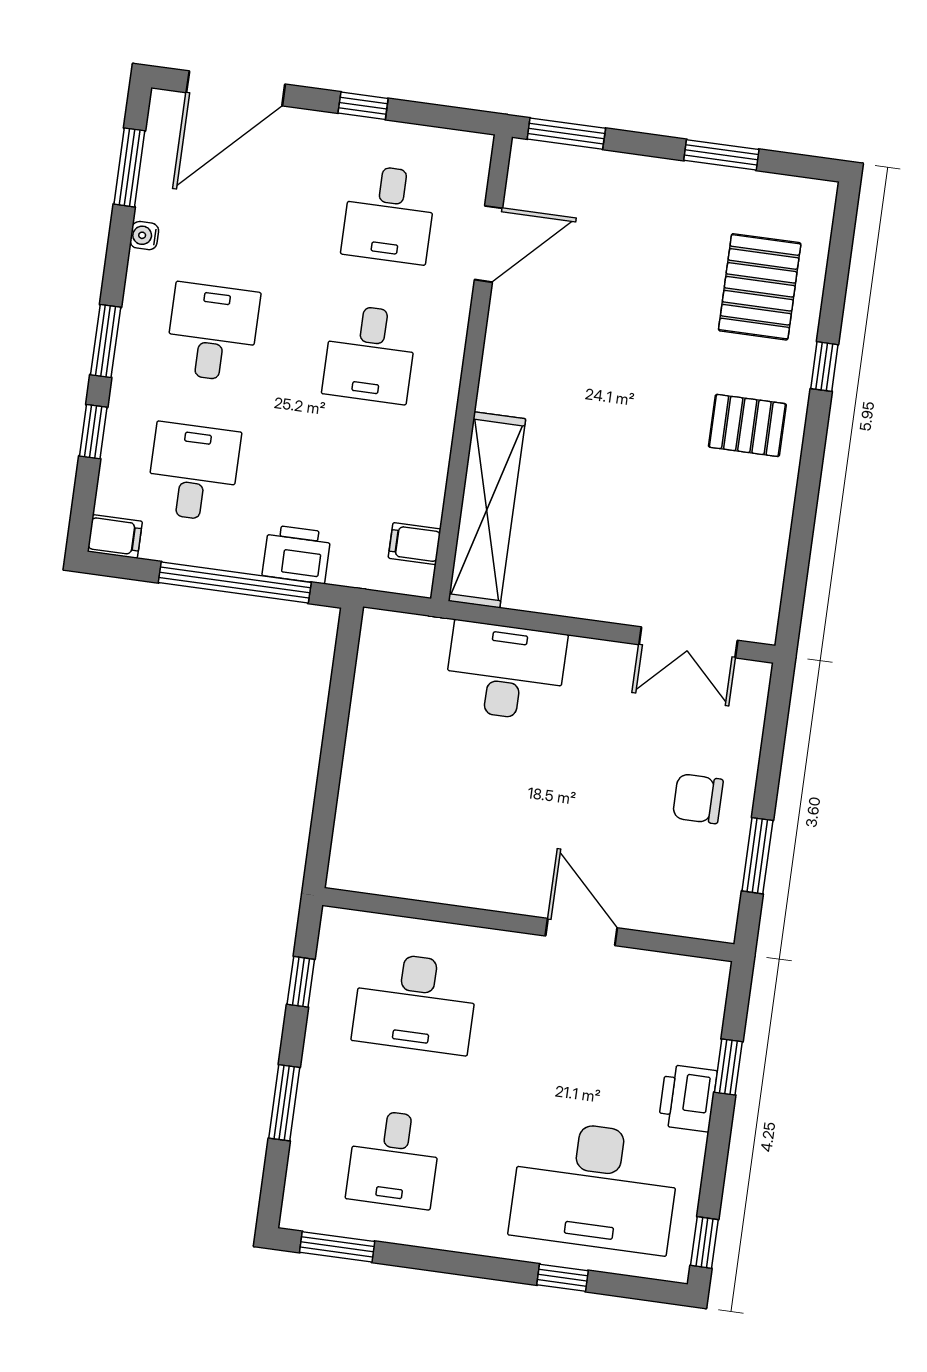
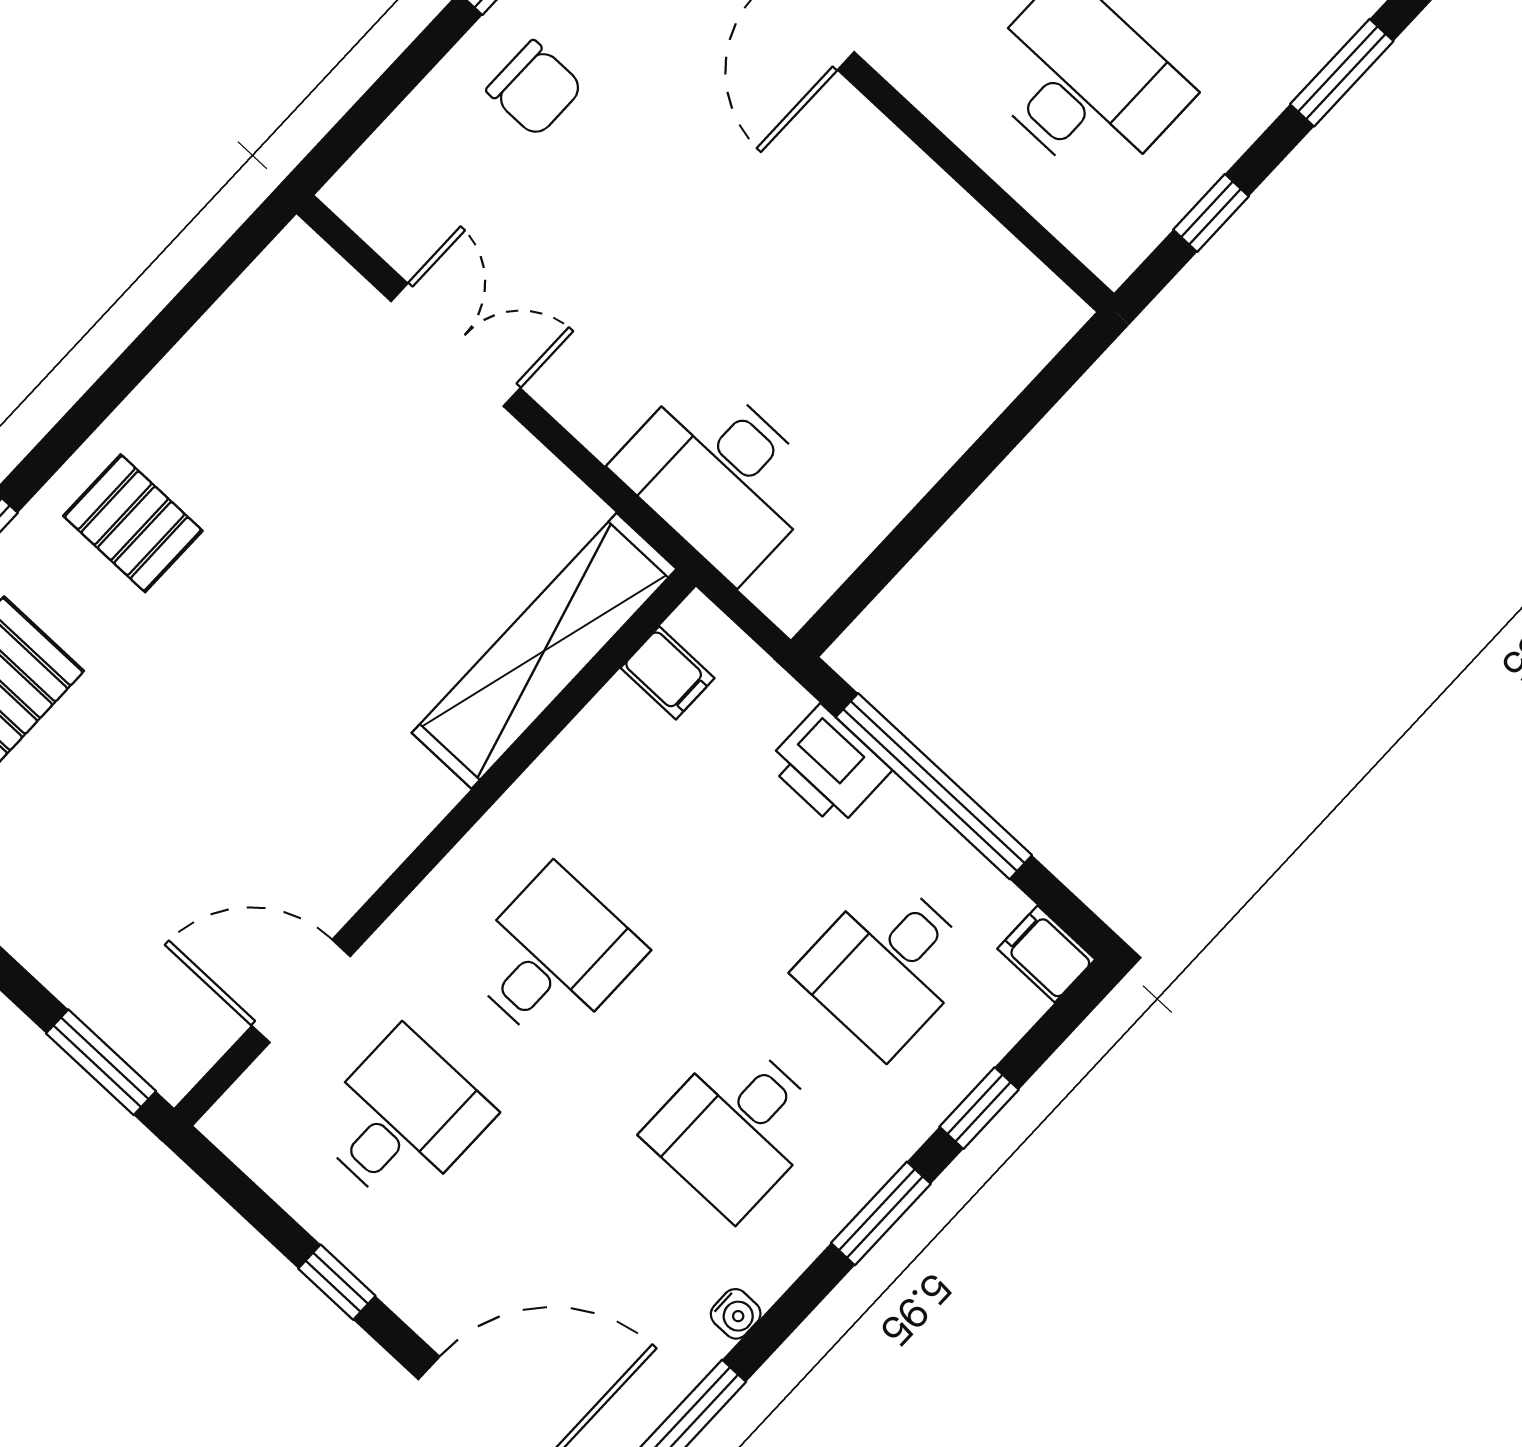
double door: (688, 642) -> (456, 345), moved
desk: (505, 671) -> (720, 476), moved

